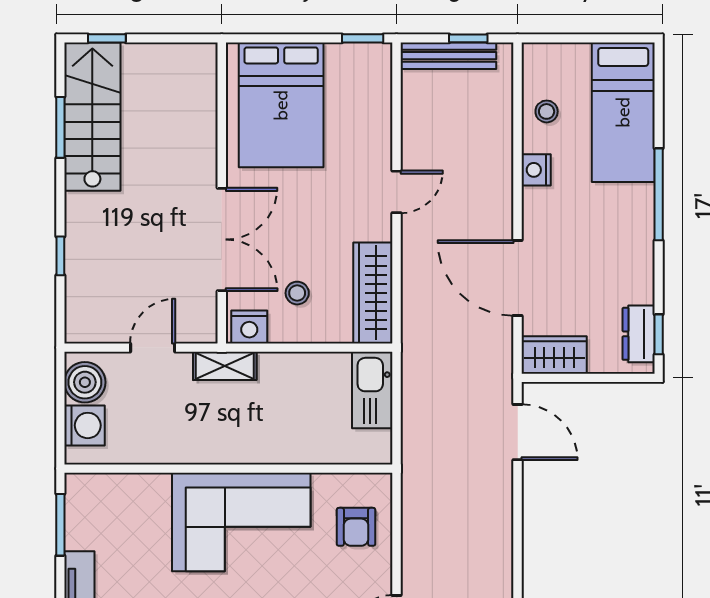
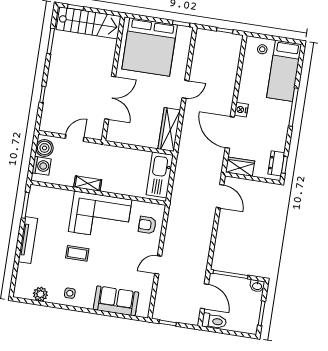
bench: (448, 56) -> (215, 36), removed
bed: (281, 105) -> (150, 47), width x1.36
stool: (547, 111) -> (262, 49), moved
stairs: (92, 117) -> (89, 23), moved, turned 90
nightstand: (536, 170) -> (241, 110), moved
stool: (297, 293) -> (138, 125), removed
nightstand: (249, 327) -> (116, 136), removed
shelving: (225, 366) -> (88, 183), moved
kitchen sink: (372, 390) -> (160, 175), width x1.36, depth x1.24
armchair: (356, 527) -> (147, 225), turned 90

